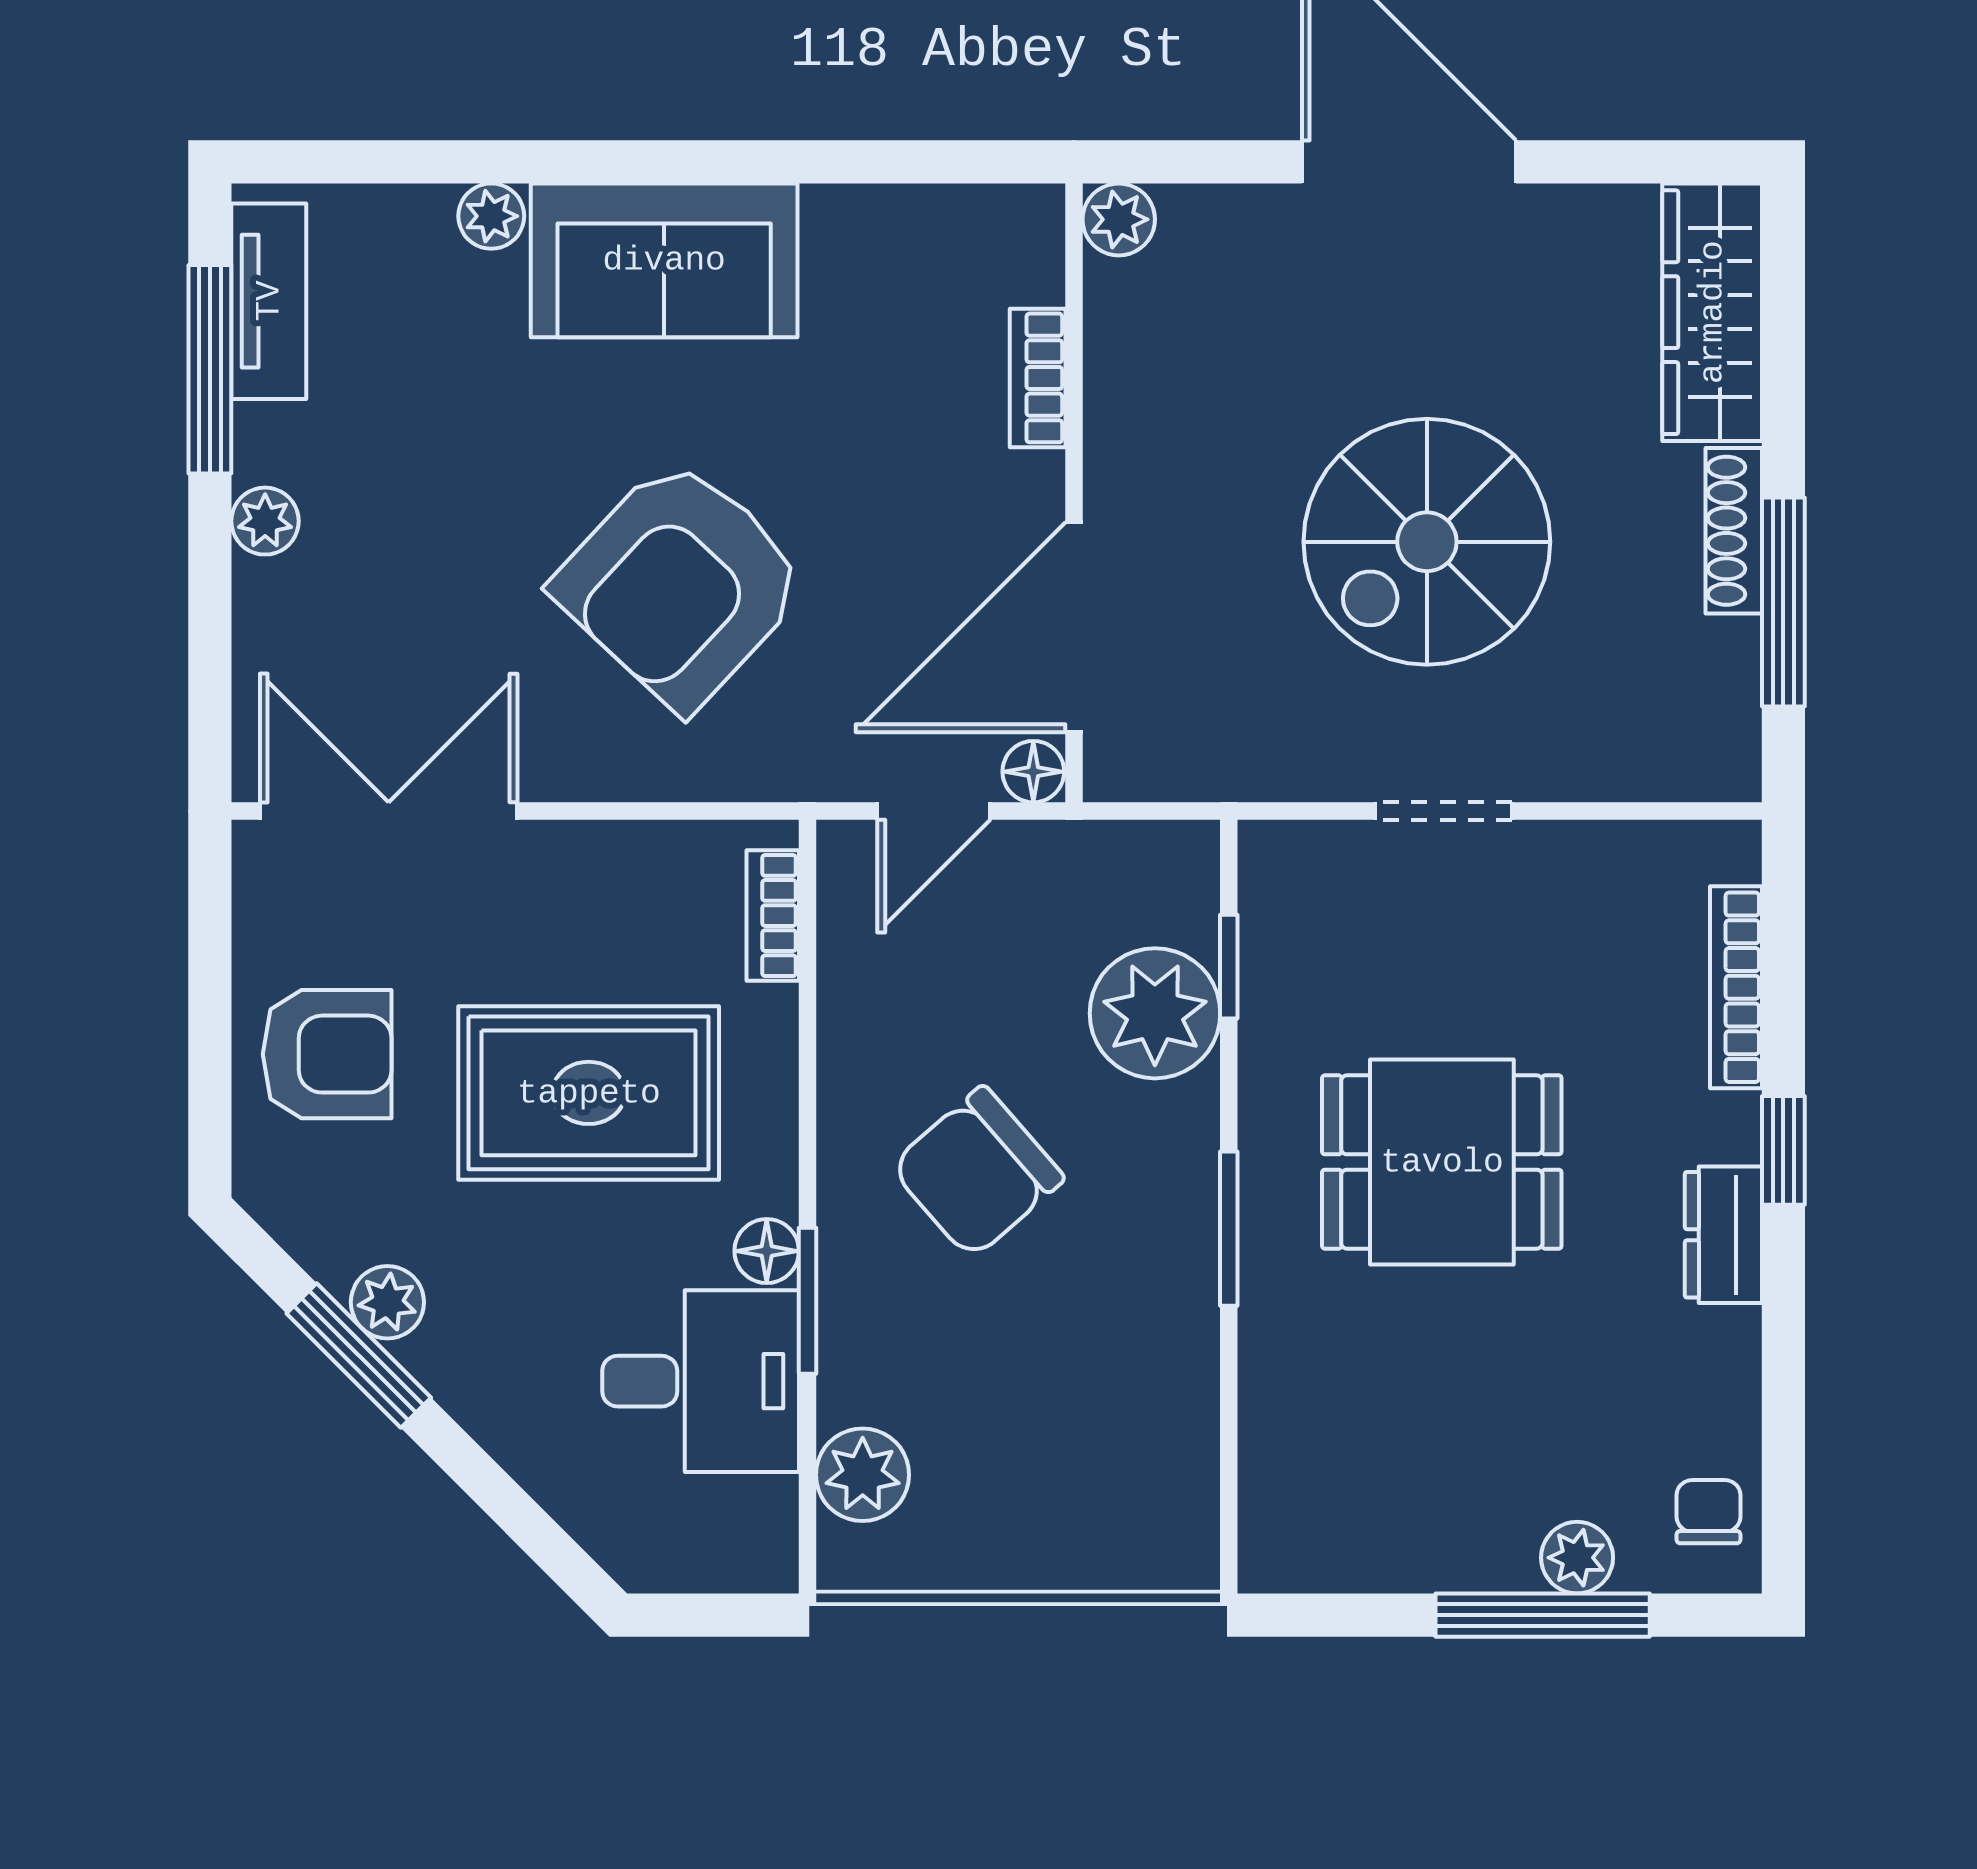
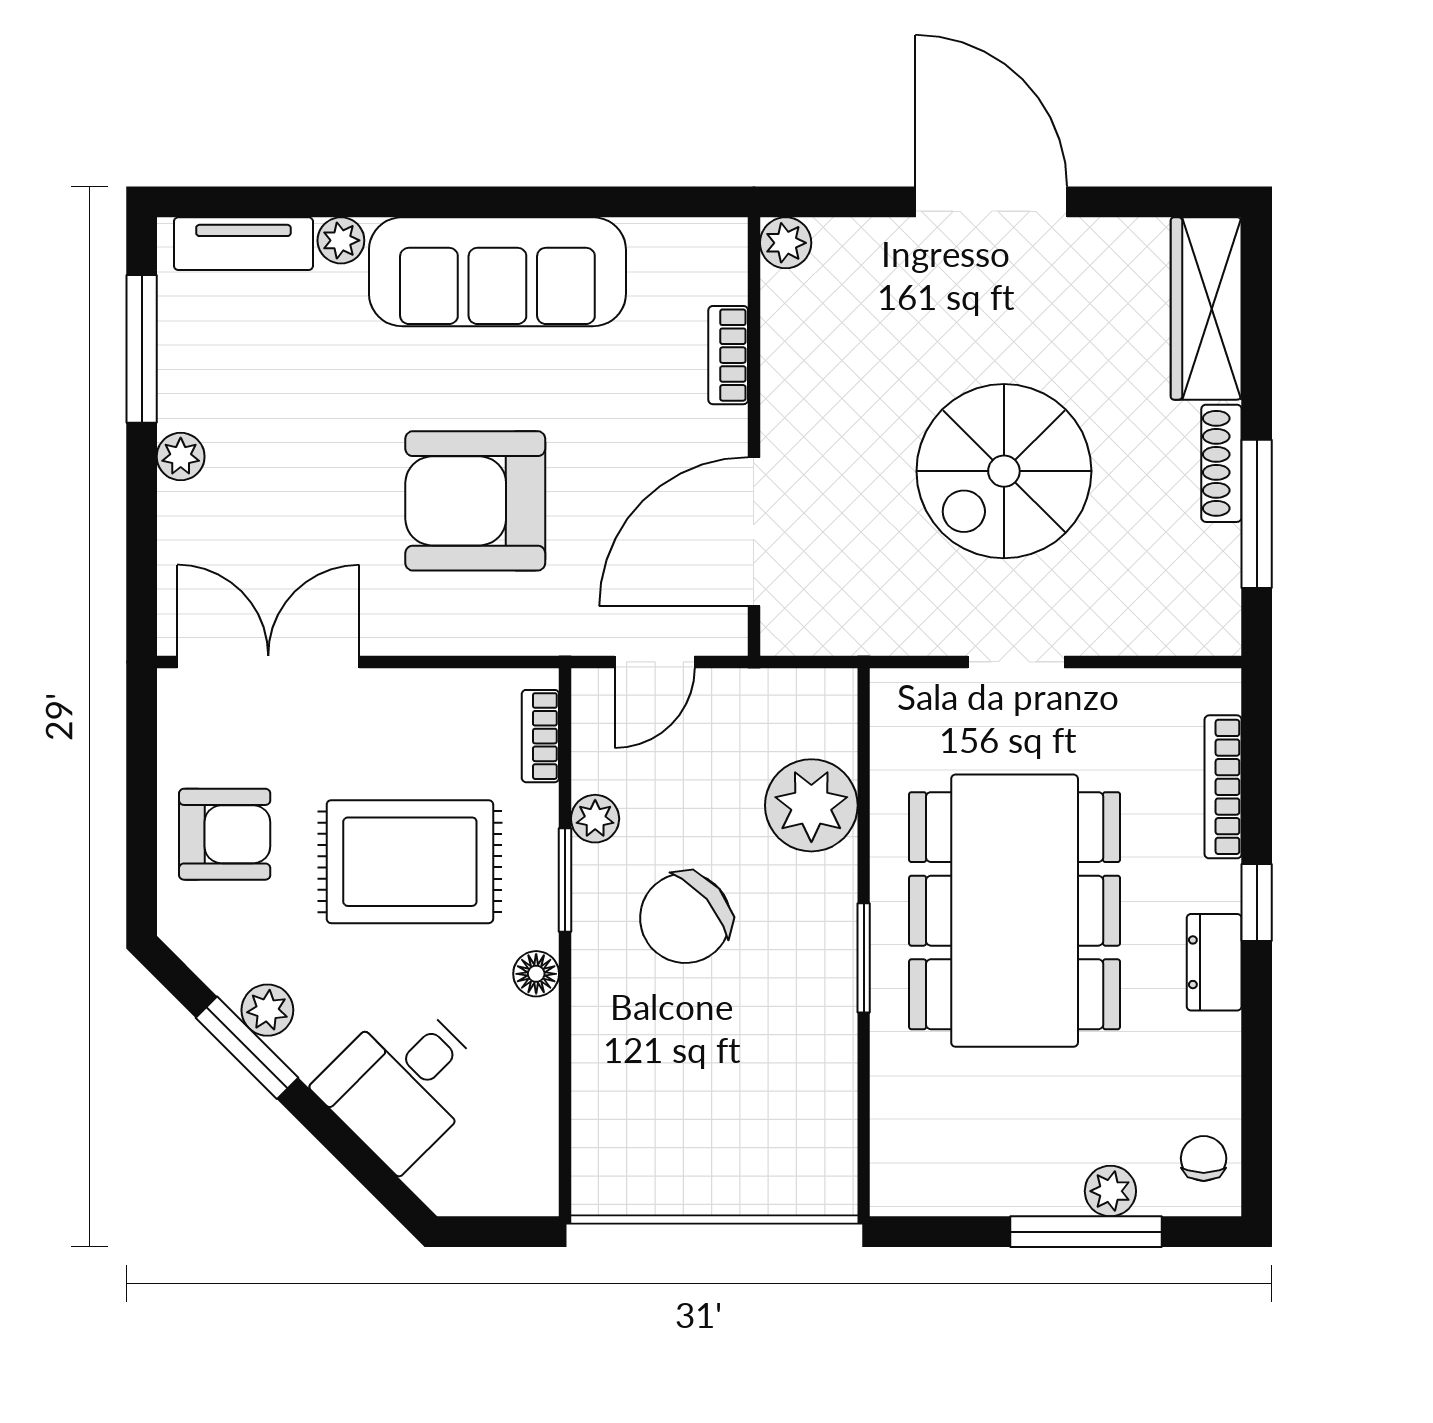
sofa: (664, 260) -> (497, 272), width x1.36
tv unit: (269, 301) -> (243, 244), moved, turned 90
armchair: (681, 584) -> (475, 501), turned 47
floor lamp: (1033, 772) -> (725, 634), removed
window: (1229, 967) -> (864, 772), removed
dining table: (1442, 1162) -> (1015, 911), width x1.88, depth x1.24
window: (807, 1301) -> (565, 880), moved
desk: (701, 1381) -> (403, 1083), moved, turned 135
plant: (863, 1475) -> (595, 819), moved, width x0.73, depth x0.73

